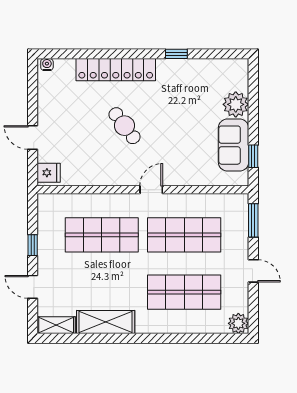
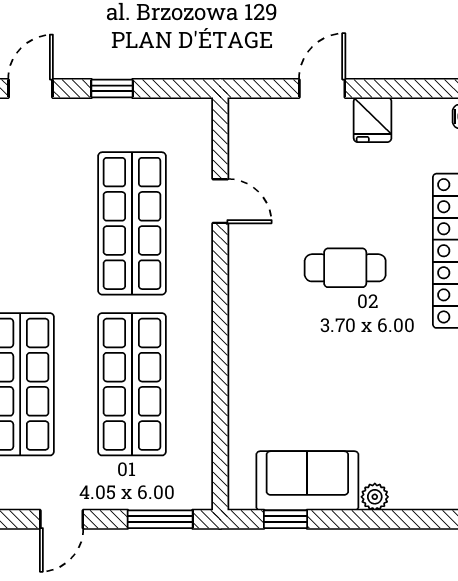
plant: (236, 104) -> (375, 497), width x0.53, depth x0.53
cafe table: (124, 126) -> (345, 268), turned 37
fridge: (49, 173) -> (373, 120), moved
door: (151, 190) -> (220, 201), moved

